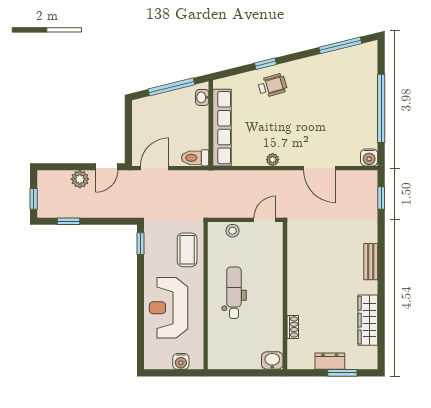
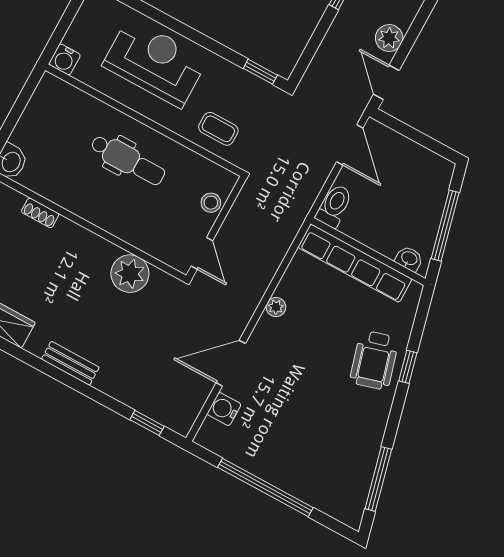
wheelchair: (272, 85) -> (374, 360), width x1.36, depth x1.37
water cooler: (369, 157) -> (224, 409), moved
coffee table: (187, 250) -> (218, 129), width x0.73, depth x0.77
plant: (300, 255) -> (130, 274), added
water cooler: (181, 361) -> (65, 59), moved, turned -90

